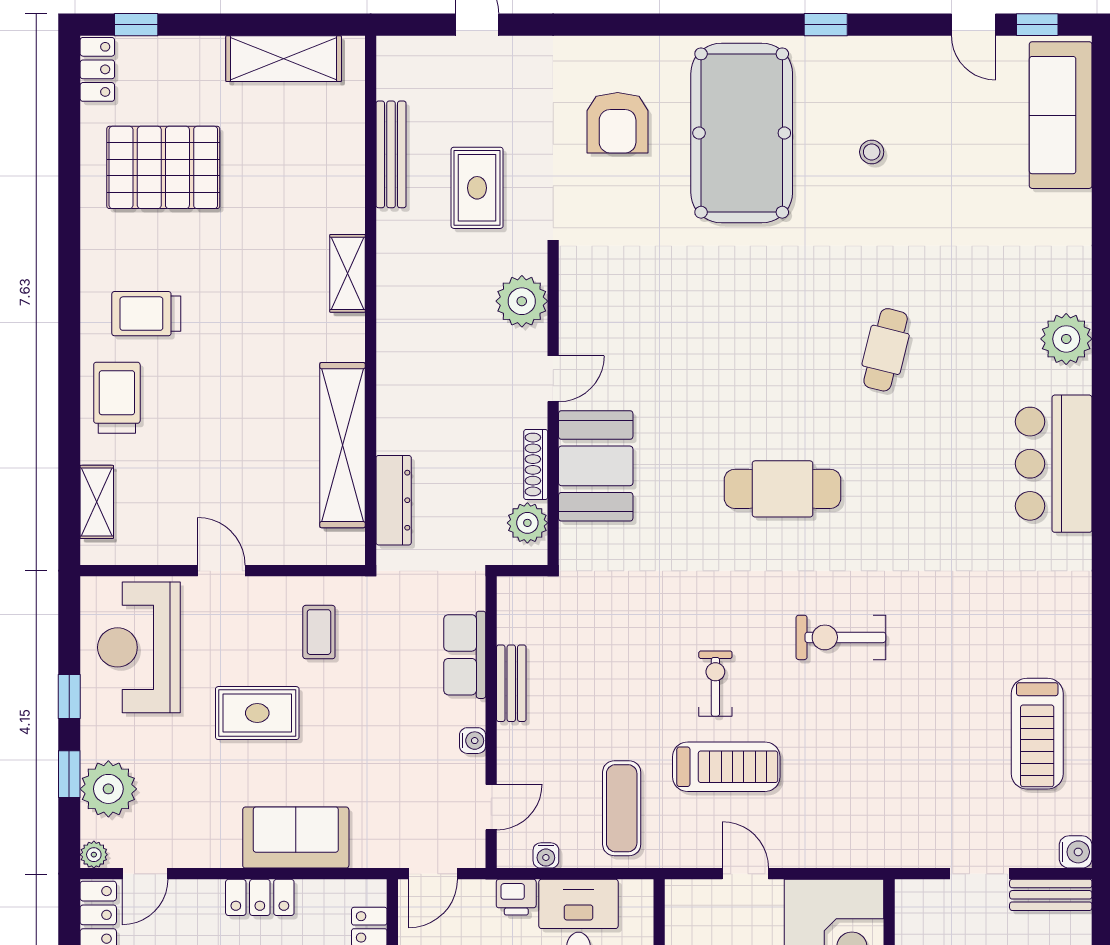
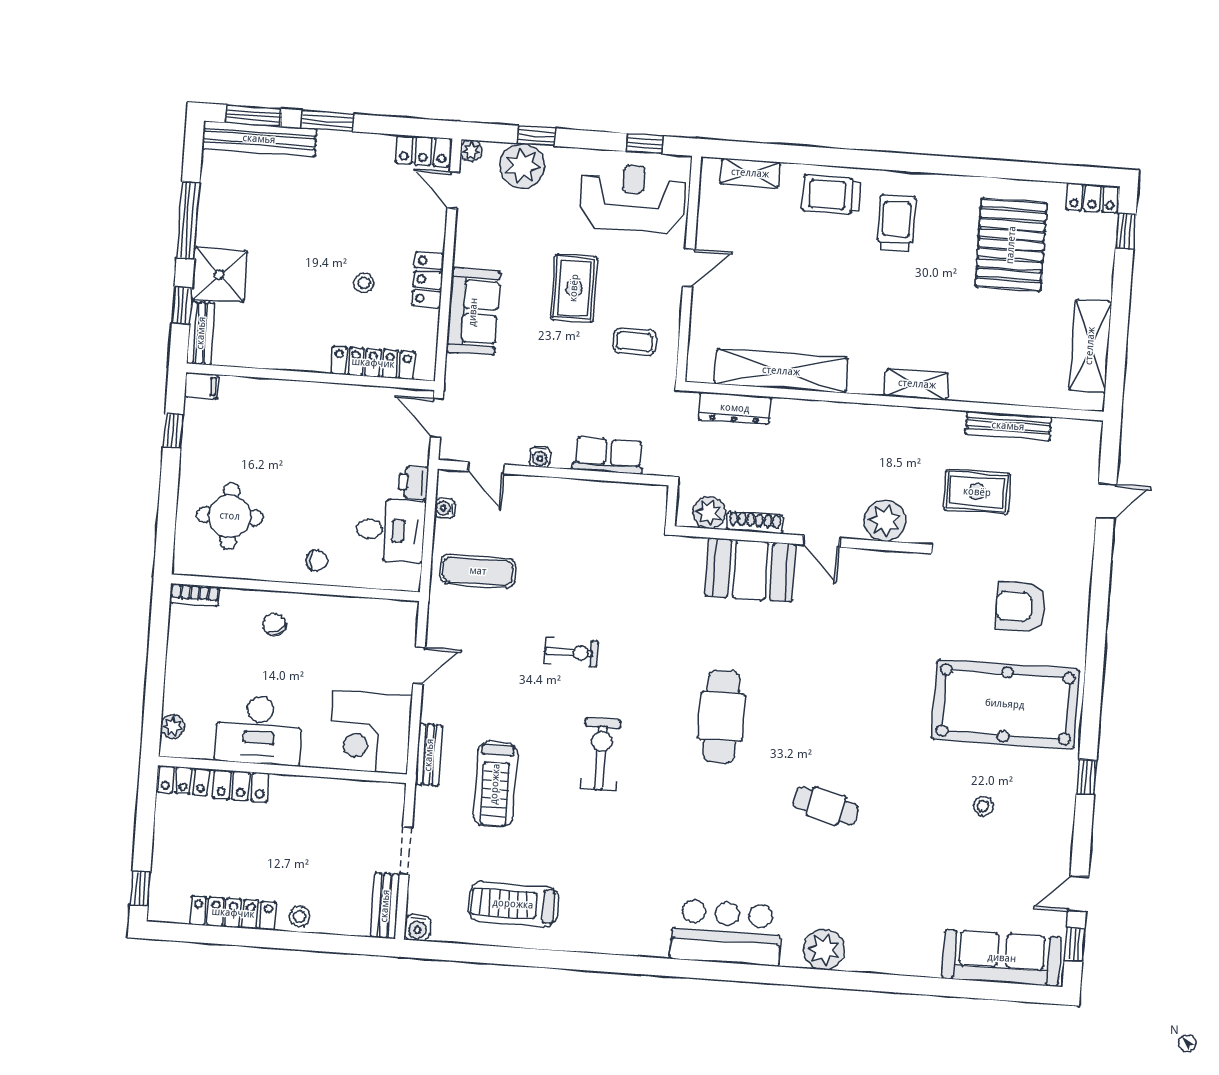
trolley: (117, 398) -> (831, 195), turned 180
bench: (511, 683) -> (429, 755), moved, turned 90
window: (69, 696) -> (645, 144), moved
treadmill: (726, 767) -> (495, 784), moved

